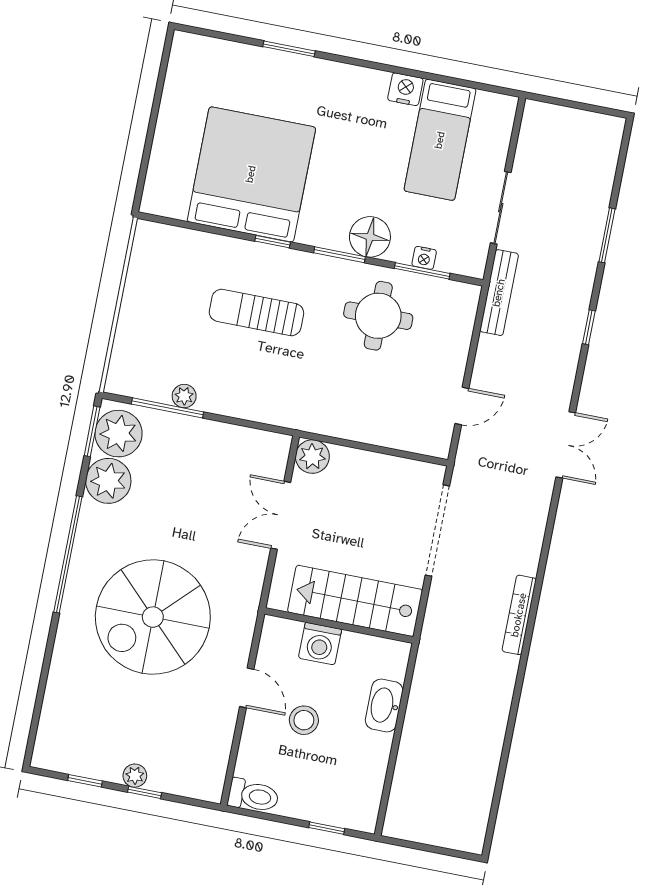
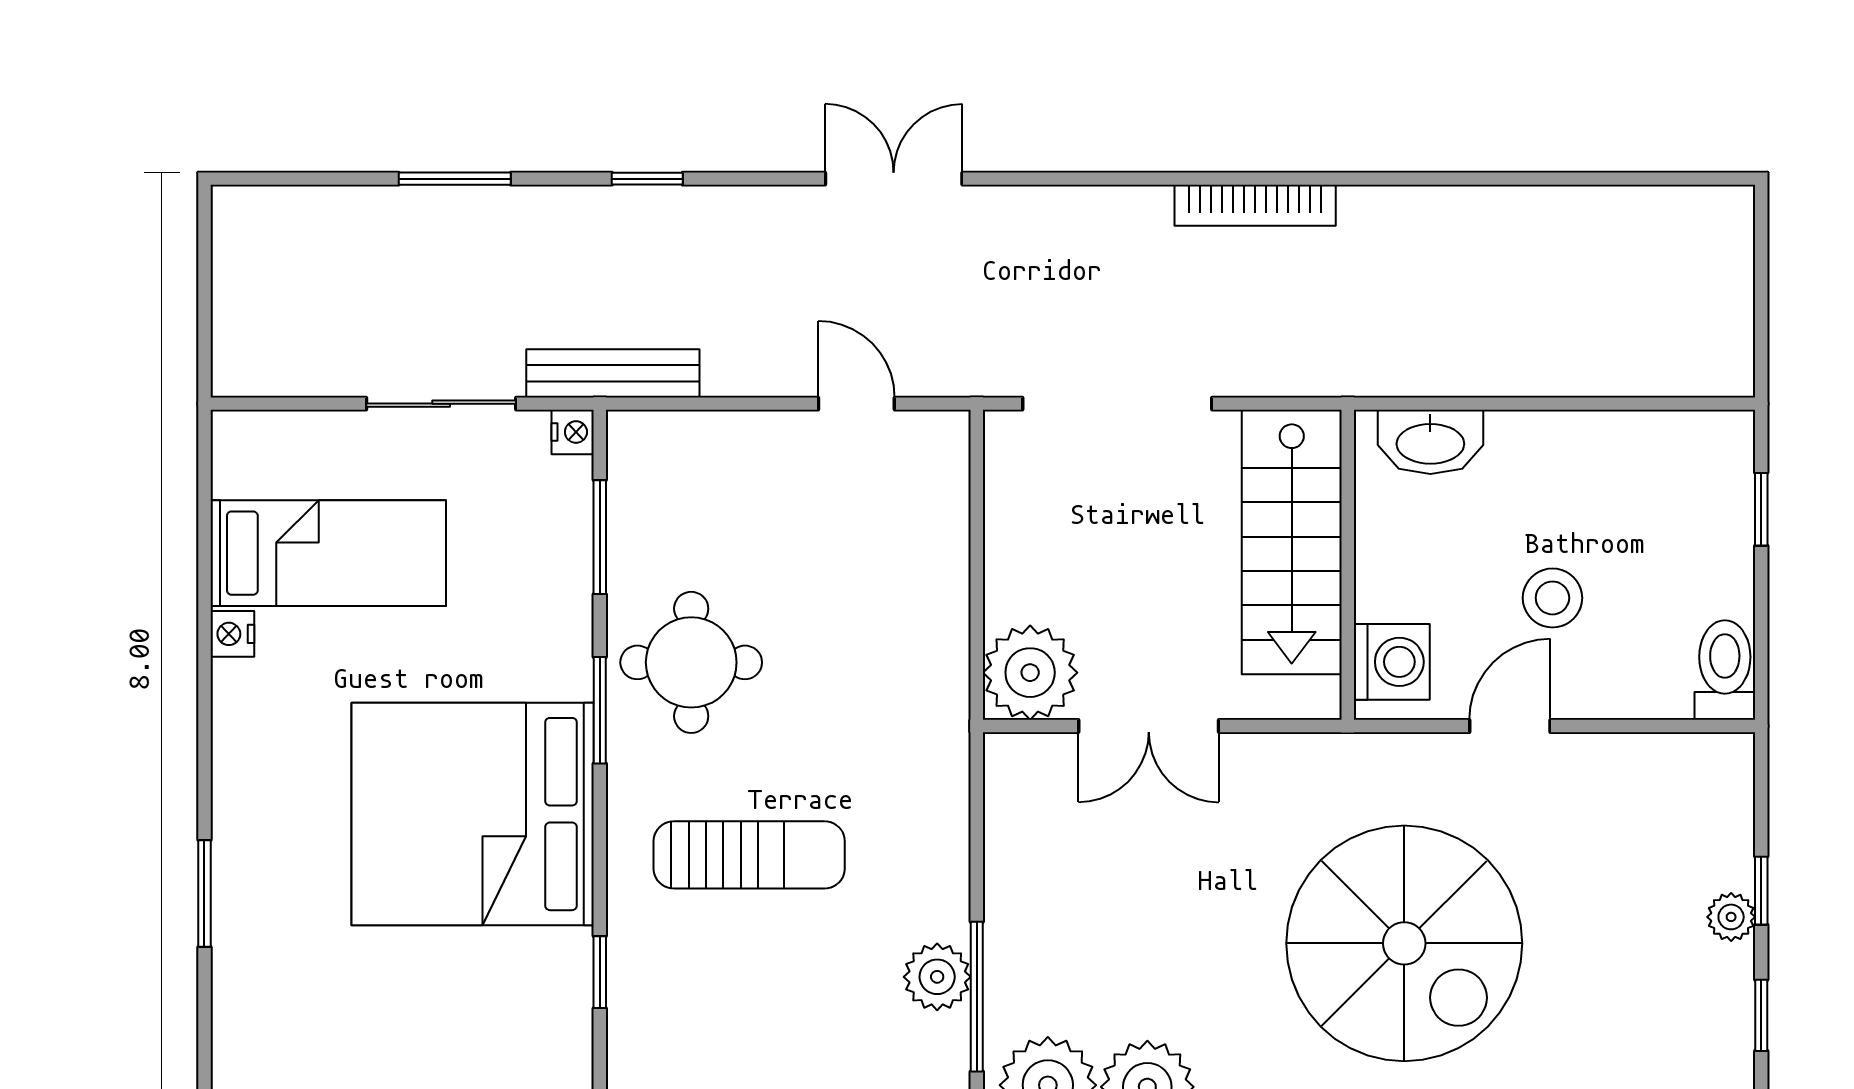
nightstand: (405, 89) -> (232, 634), width x0.72, depth x0.74
bed: (251, 174) -> (473, 814), moved
floor lamp: (370, 237) -> (552, 656), removed
window: (273, 242) -> (600, 972), moved
nightstand: (424, 258) -> (573, 432), moved
sun lounger: (256, 313) -> (749, 855), turned -90
round table: (378, 316) -> (691, 662), moved
plant: (184, 396) -> (937, 977), width x1.38, depth x1.38
plant: (312, 457) -> (1030, 673), width x1.36, depth x1.36
washing machine: (320, 644) -> (1392, 662), moved
washbasin: (384, 706) -> (1430, 442), moved

